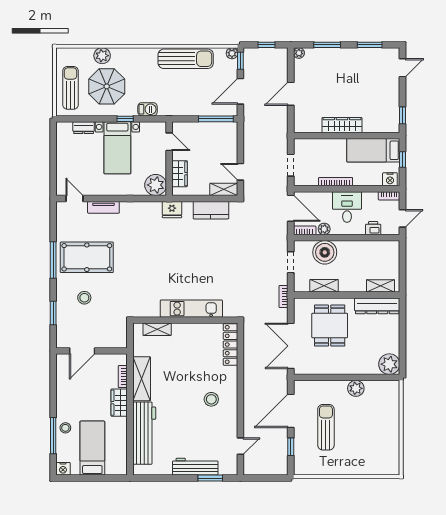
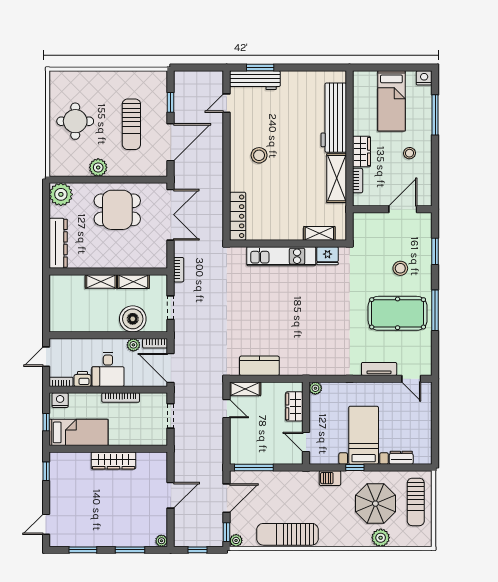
plant: (156, 185) -> (315, 388), width x0.53, depth x0.53
fridge: (172, 210) -> (328, 256), moved, turned 180
printer: (373, 228) -> (82, 379), moved, turned 180
shelving: (380, 286) -> (101, 281), moved
dresser: (377, 306) -> (58, 243), moved, turned 90
dining table: (330, 326) -> (117, 210), moved, turned 90
stool: (65, 428) -> (409, 153), moved
round table: (376, 430) -> (75, 121), added
workbench: (195, 467) -> (255, 80), moved

